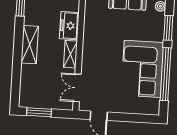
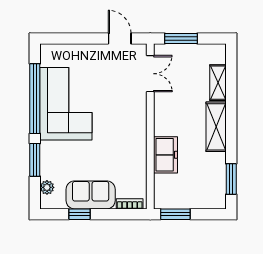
shelving: (70, 54) -> (218, 83), moved
window: (39, 112) -> (181, 38), moved

